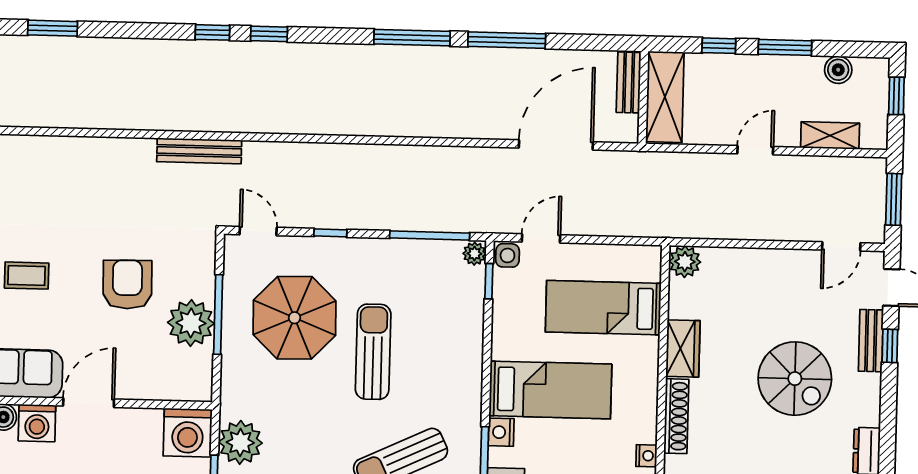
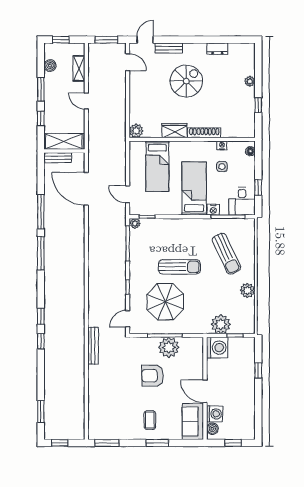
side table: (507, 255) -> (222, 167), moved
window: (890, 346) -> (171, 40), removed
sun lounger: (373, 352) -> (179, 267), turned 180

